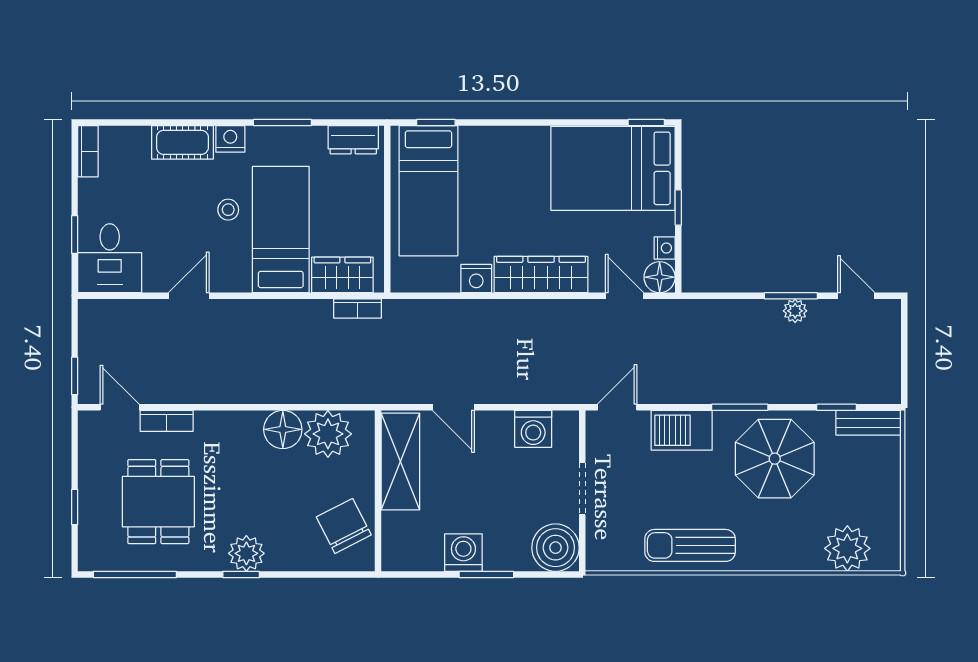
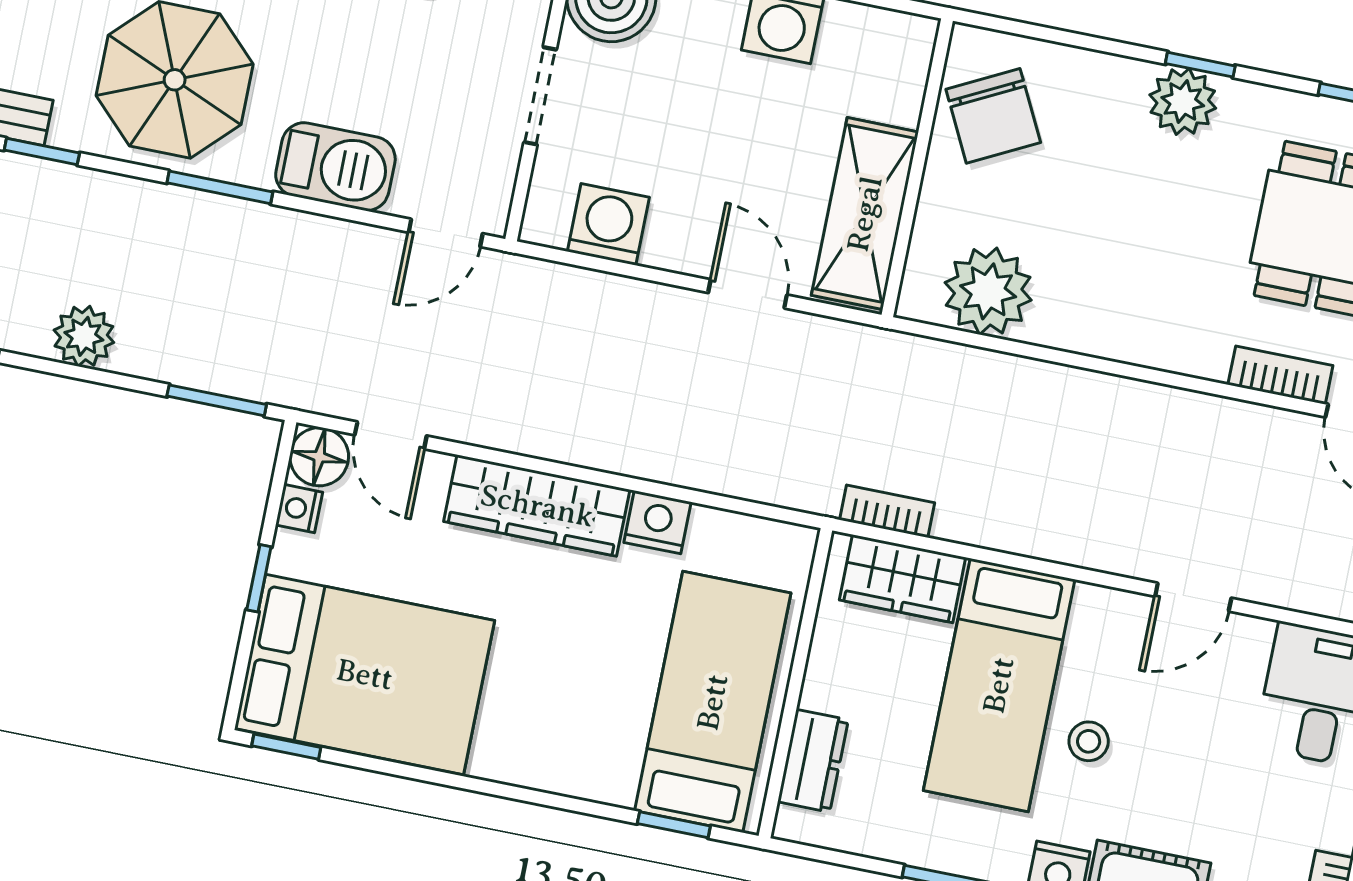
dresser: (353, 140) -> (813, 761), moved, turned 90
window: (791, 296) -> (217, 400), moved
plant: (795, 311) -> (84, 336), width x1.38, depth x1.38
floor lamp: (283, 429) -> (1070, 316), removed

